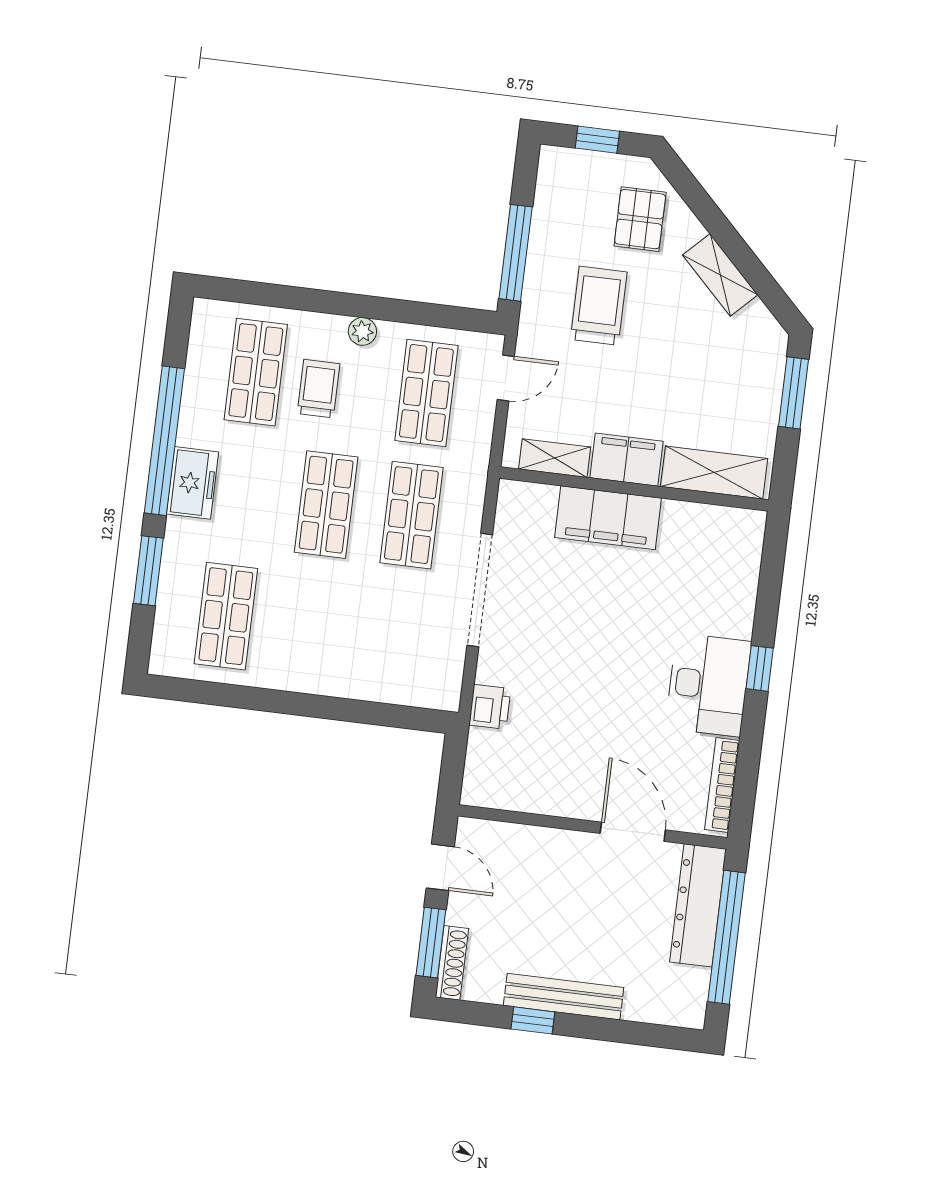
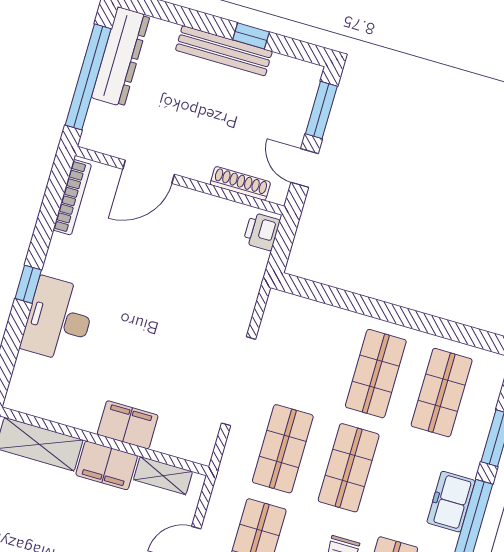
filing cabinet: (608, 518) -> (128, 425), width x0.67, depth x0.86
shop shelf: (311, 627) -> (376, 374), added
desk: (708, 685) -> (59, 320), moved
printer: (490, 707) -> (262, 232), moved
door: (633, 832) -> (149, 172), hinge flipped
dresser: (698, 905) -> (121, 57), moved
shoe rack: (452, 963) -> (240, 183), moved, turned 90

